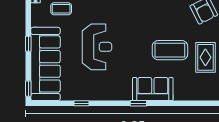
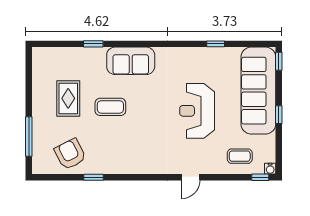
coffee table: (170, 50) -> (110, 107), width x0.73, depth x0.76
window: (138, 103) -> (93, 44), moved

